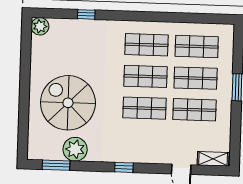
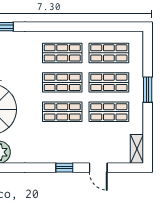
shelving: (213, 159) -> (137, 149), moved, turned 90
window: (124, 167) -> (64, 168), moved

